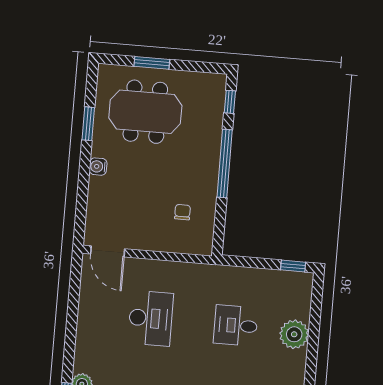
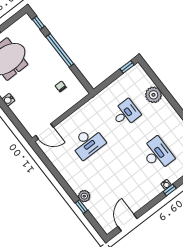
desk: (151, 318) -> (88, 143), turned 90
desk: (236, 325) -> (126, 113), turned 180

